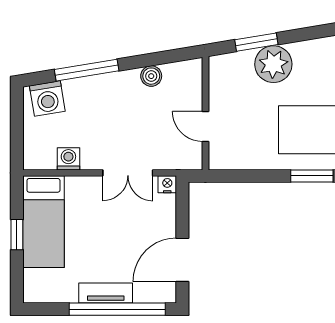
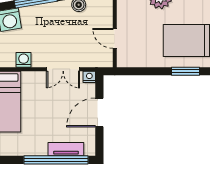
door: (182, 260) -> (99, 112), moved
tv unit: (106, 293) -> (66, 149), moved

